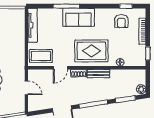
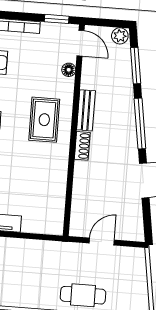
rug: (91, 51) -> (44, 120), width x0.73, depth x0.70
coffee table: (41, 56) -> (47, 211), removed
door: (60, 68) -> (81, 43), moved

